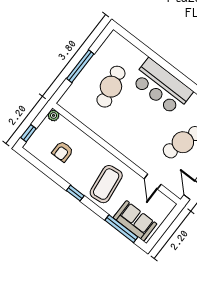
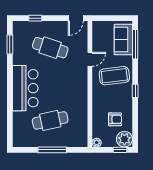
plant: (36, 146) -> (124, 139), added
door: (153, 181) -> (90, 59), moved

